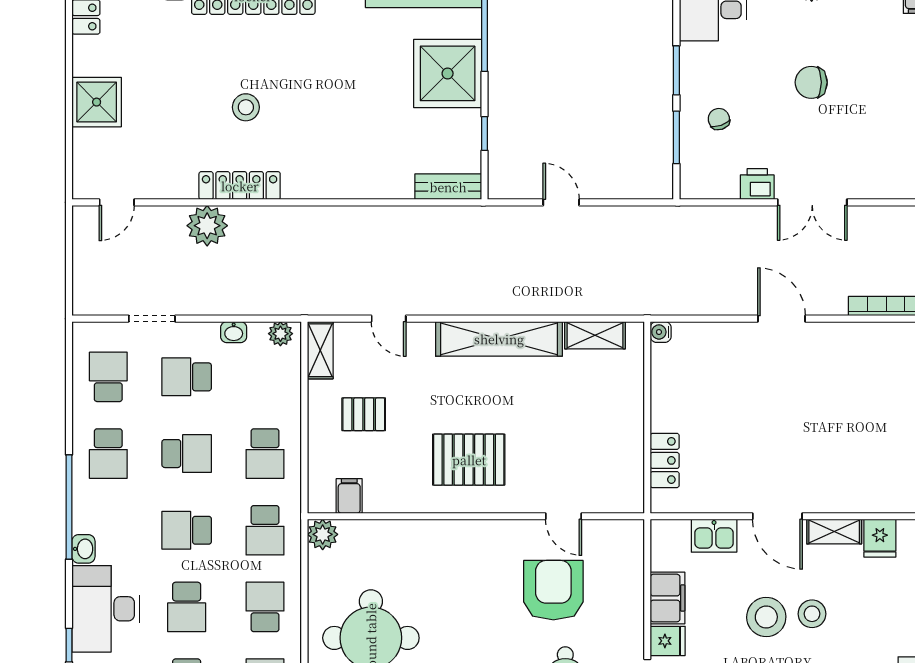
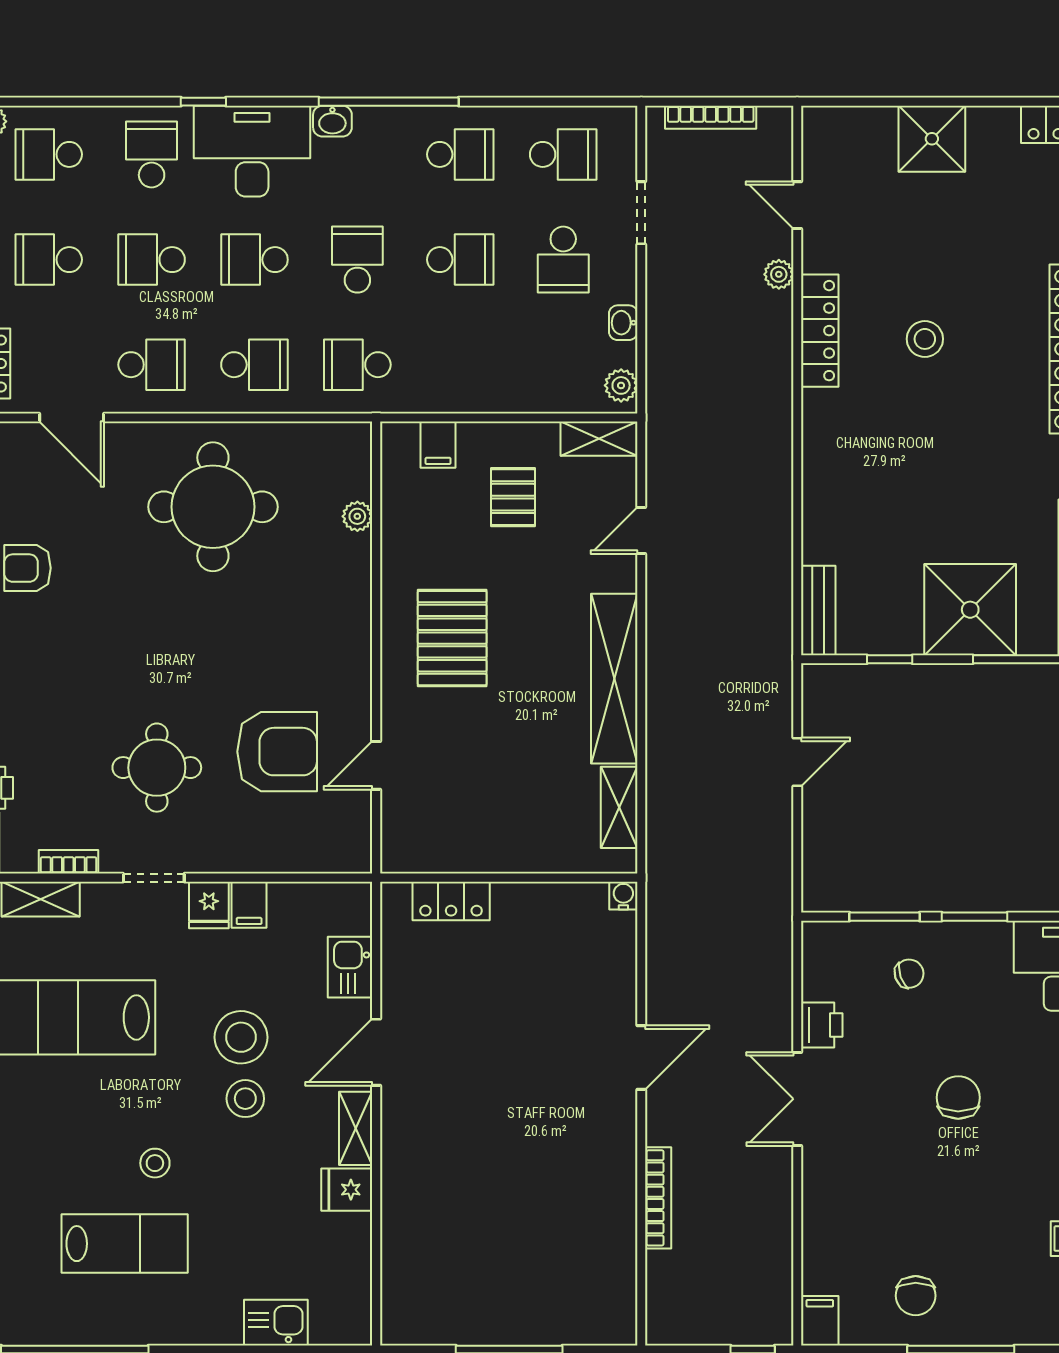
door: (117, 202) -> (797, 205), moved
plant: (207, 226) -> (779, 274), width x0.53, depth x0.53
bookcase: (81, 267) -> (711, 117), added
school desk: (187, 377) -> (563, 260), turned 180
school desk: (108, 454) -> (460, 154), turned 180
school desk: (187, 454) -> (460, 260), turned -90
school desk: (265, 454) -> (460, 365), removed
filing cabinet: (349, 496) -> (438, 445), moved, turned 90
plant: (323, 534) -> (357, 516), moved, width x0.73, depth x0.73
filing cabinet: (668, 598) -> (249, 905), width x0.50

